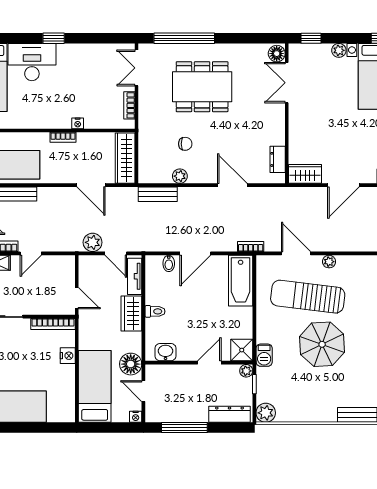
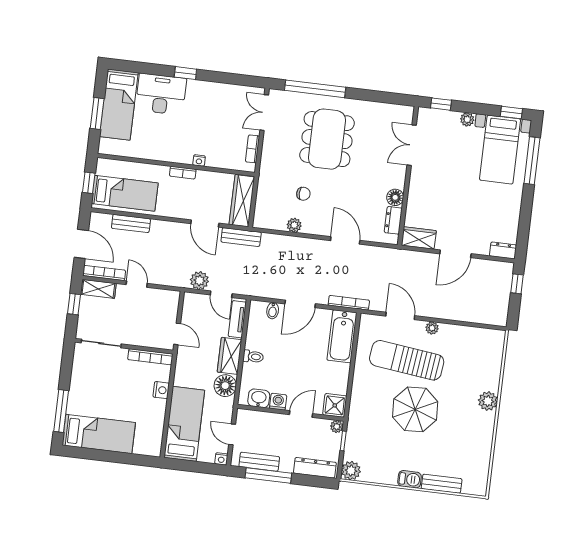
floor lamp: (277, 54) -> (395, 197), moved
dining table: (202, 87) -> (327, 139), turned 90
bench: (158, 194) -> (241, 237), moved
bookcase: (251, 247) -> (349, 303), width x1.56
door: (31, 253) -> (137, 284), swing flipped
washing machine: (185, 353) -> (278, 402), added
barbecue: (264, 355) -> (410, 479), moved, turned -90
floor lamp: (131, 364) -> (225, 386), moved
bench: (174, 415) -> (259, 462), added

